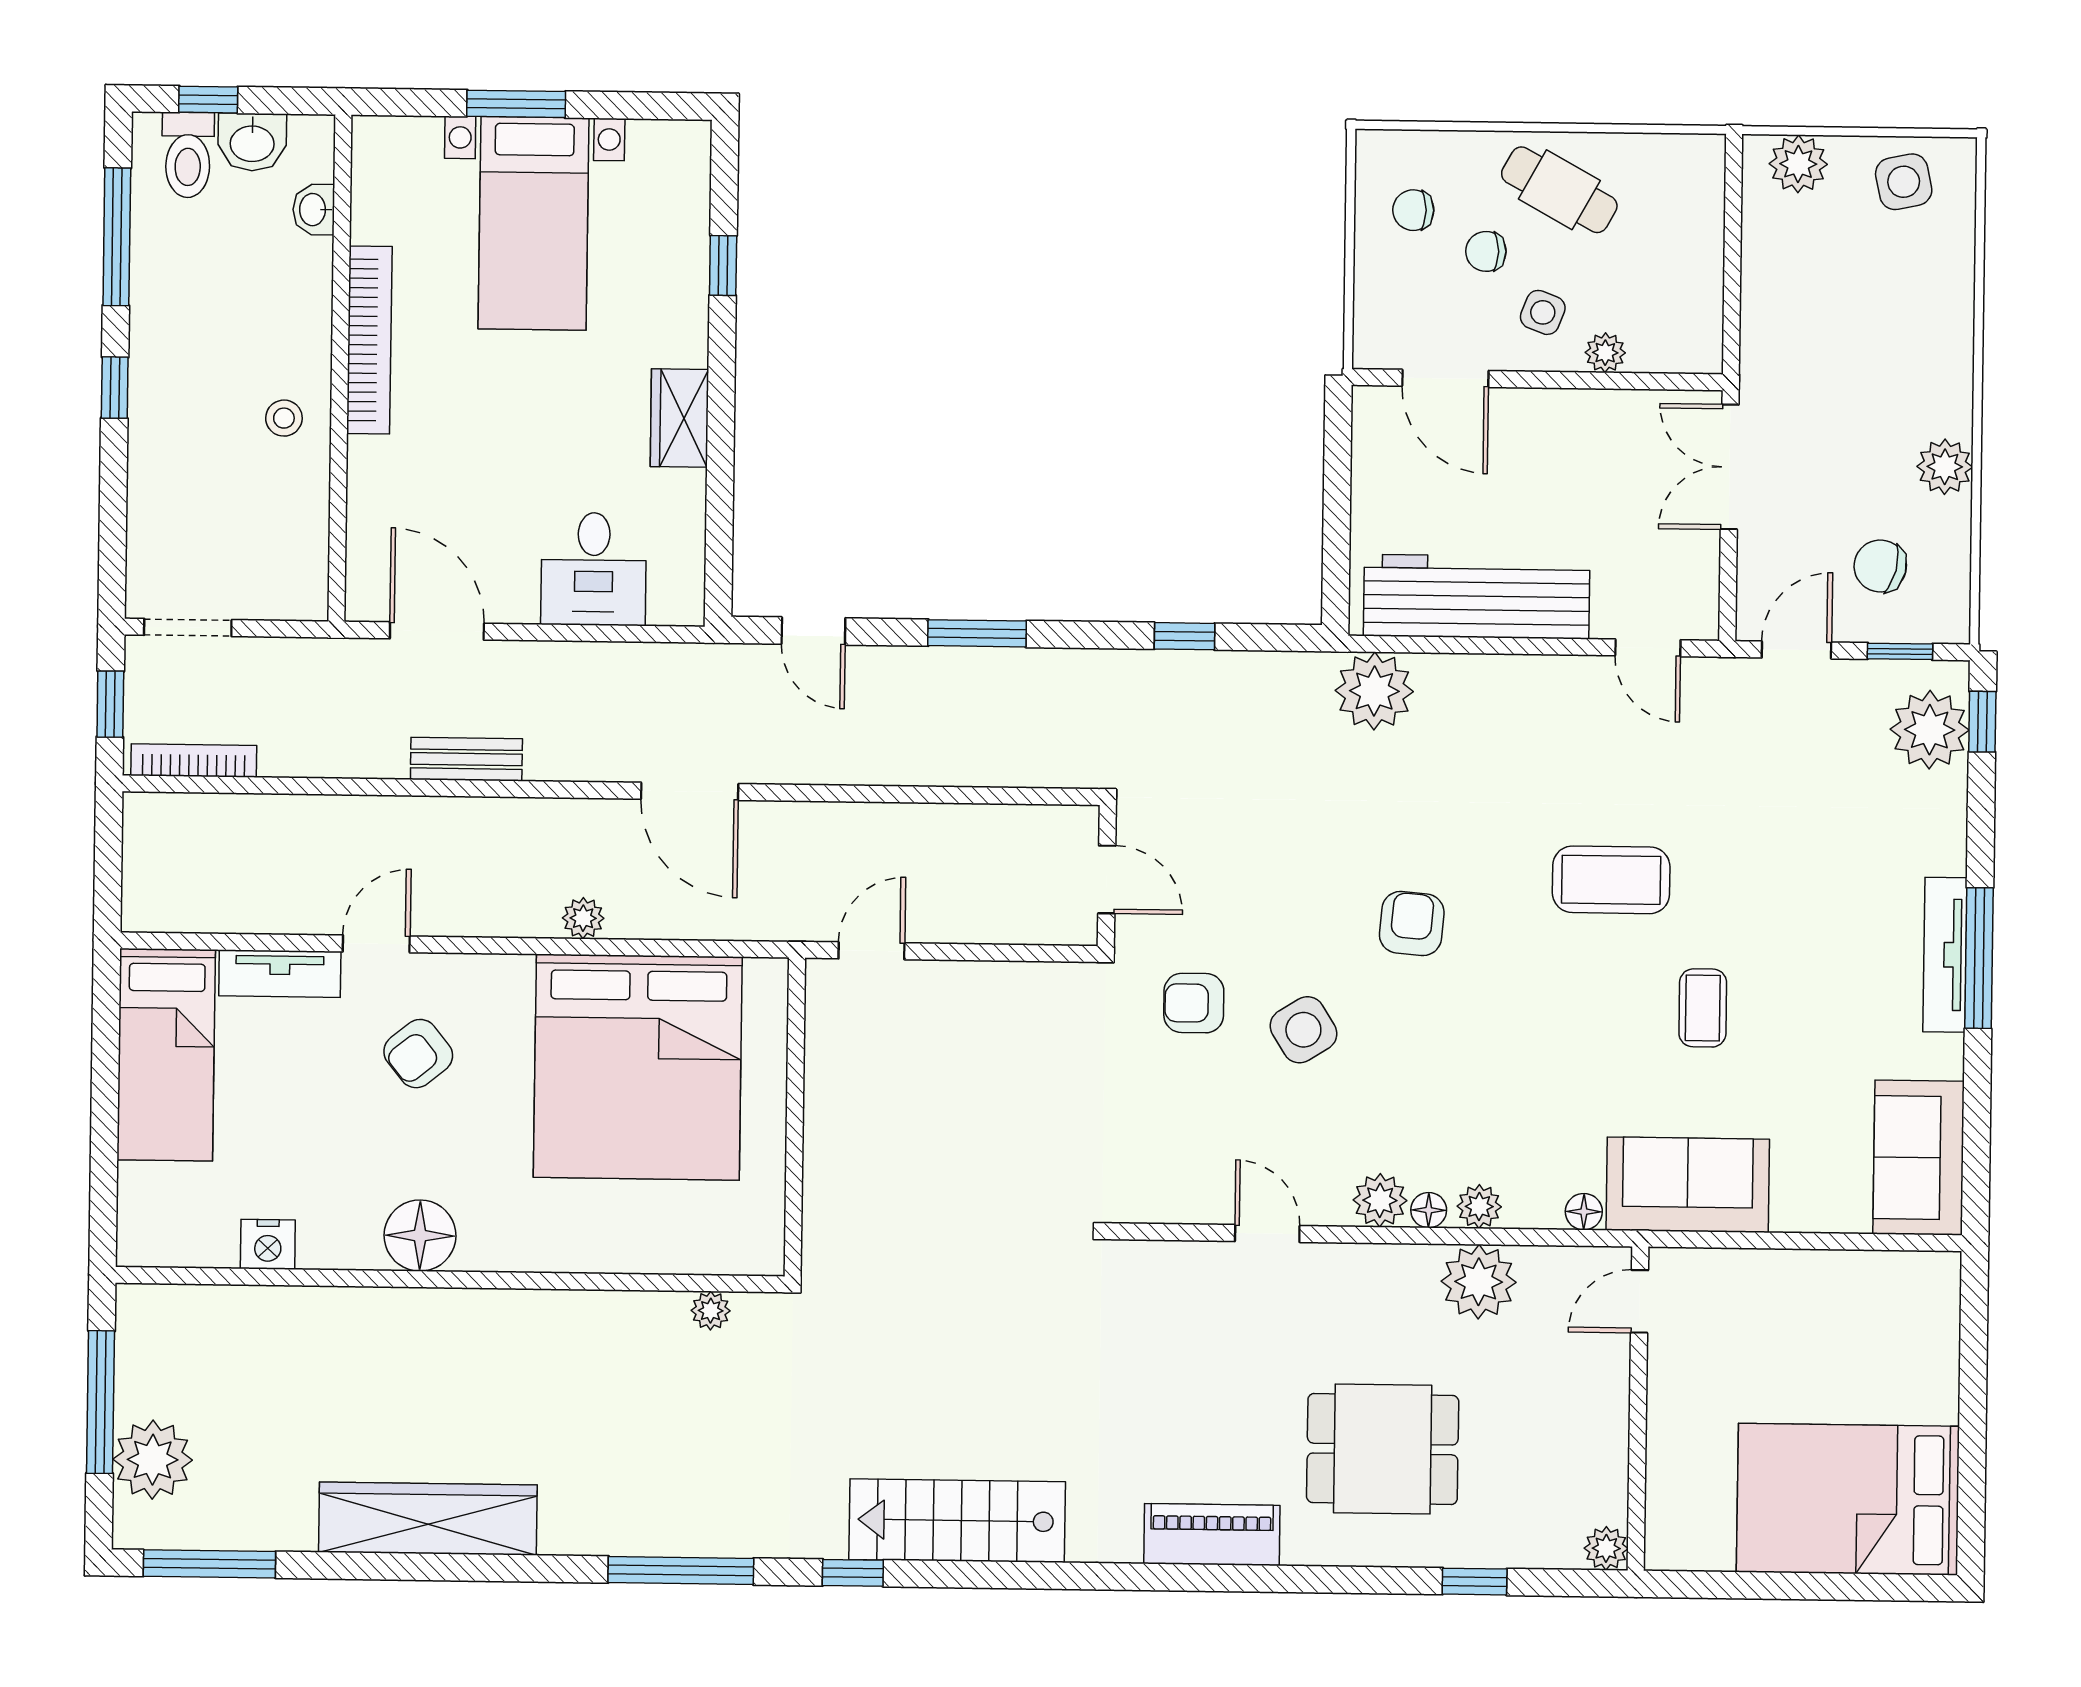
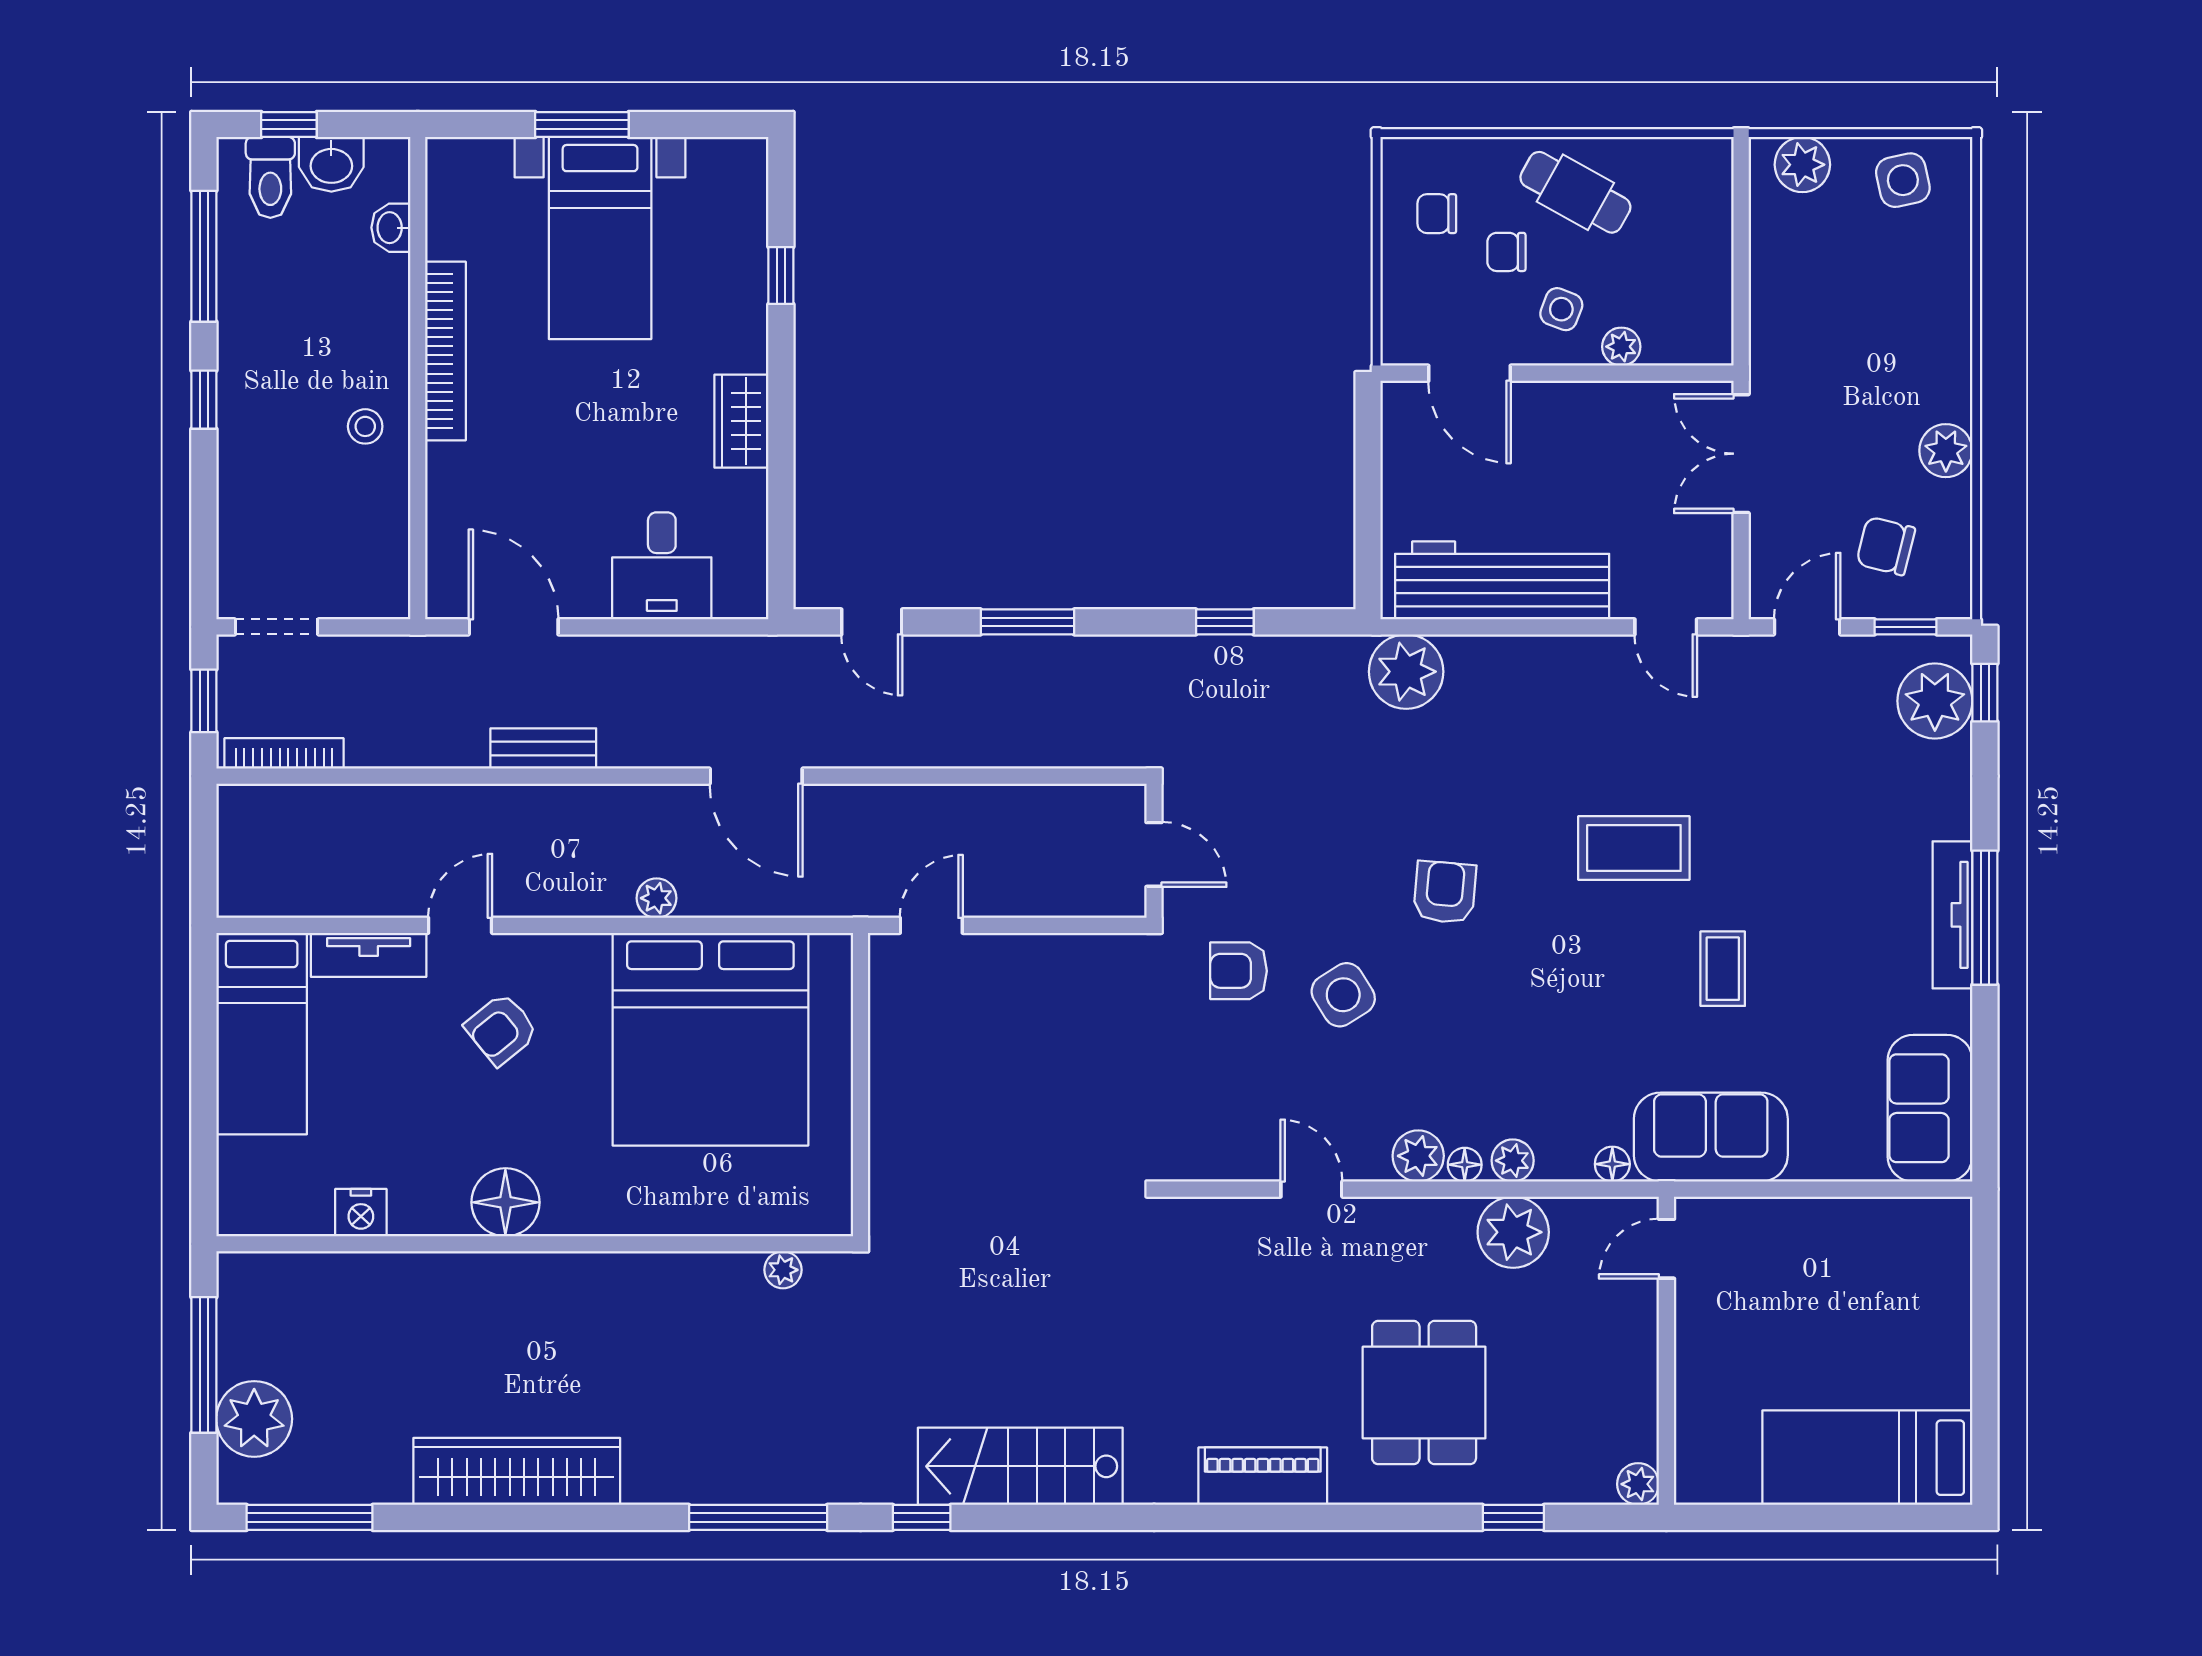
dining table: (1383, 1449) -> (1424, 1393), turned 90
bed: (1848, 1499) -> (1867, 1458), width x0.67

